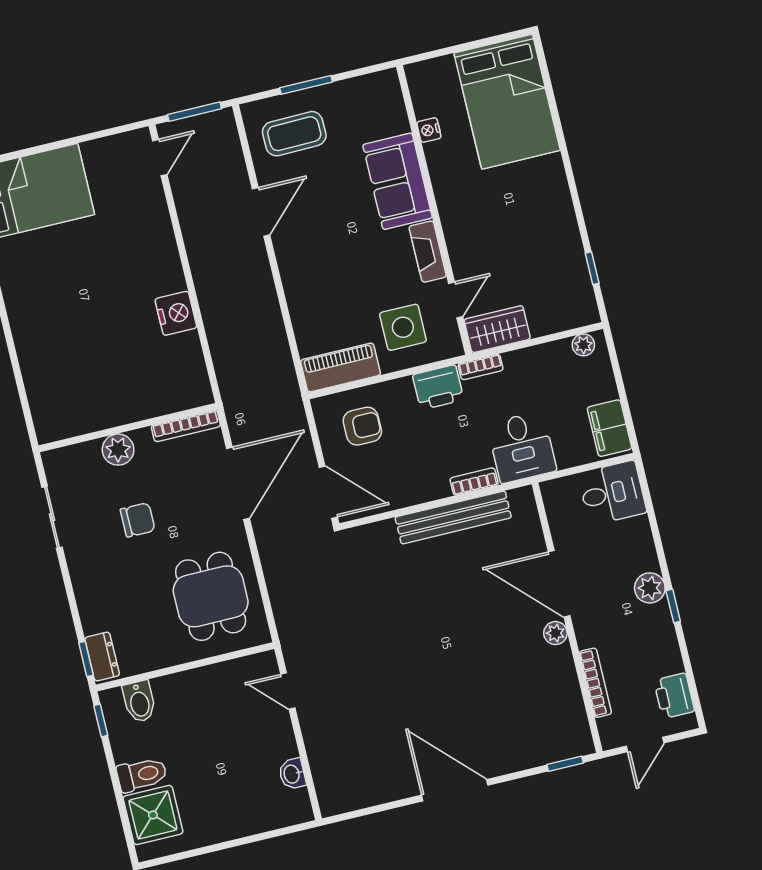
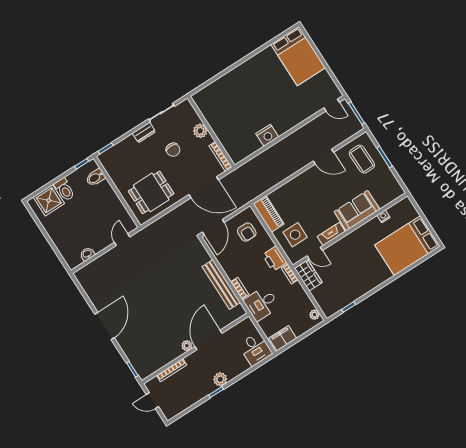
dresser: (102, 657) -> (144, 133), moved
printer: (674, 696) -> (178, 406), removed

